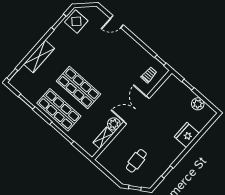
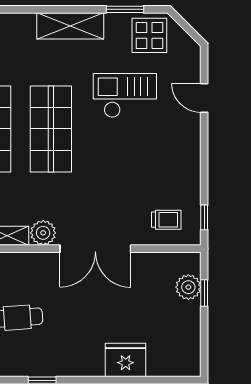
checkout: (90, 50) -> (125, 96), added
shelving: (39, 56) -> (70, 26), moved
plant: (198, 104) -> (188, 287), moved
double door: (136, 110) -> (95, 249), swing flipped

